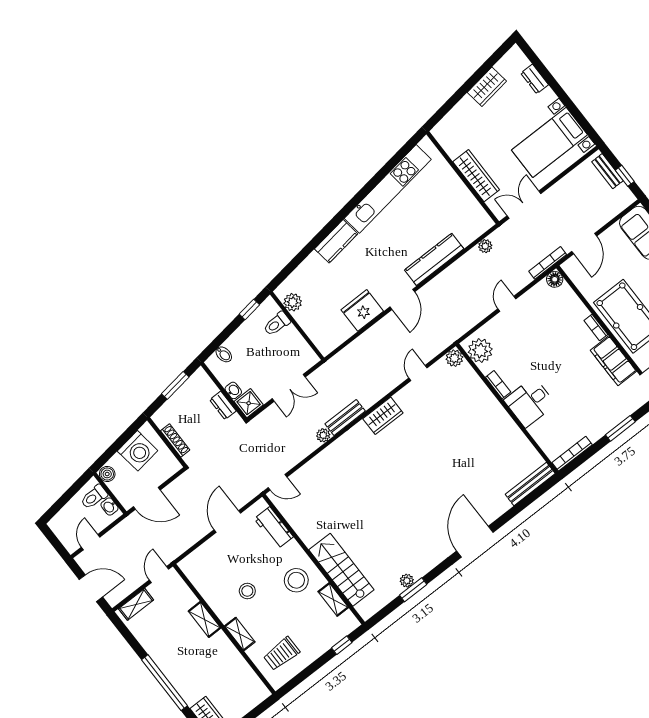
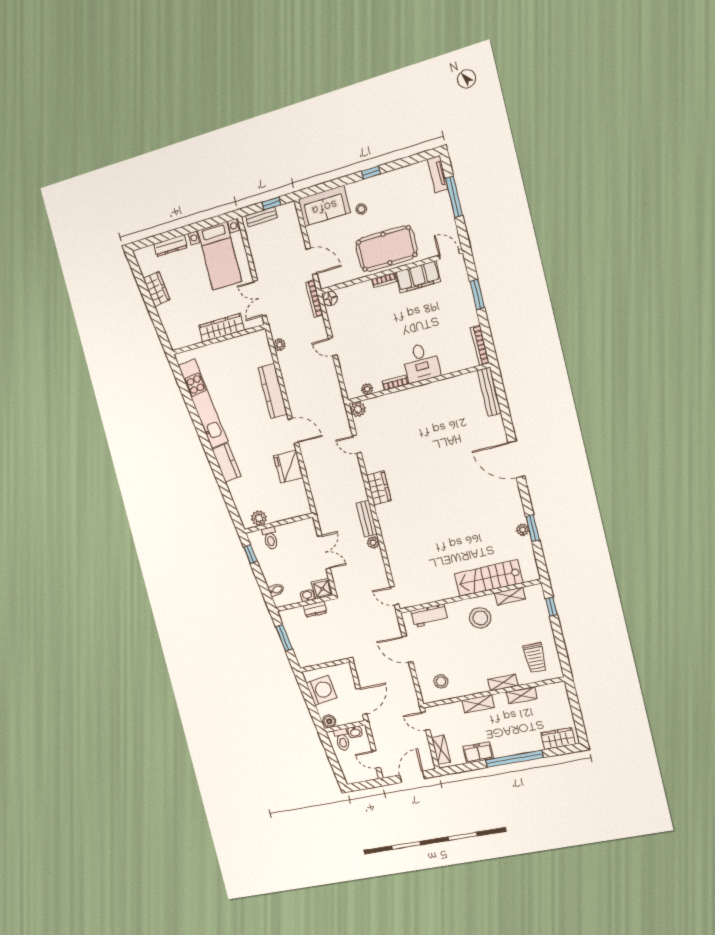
dresser: (535, 79) -> (170, 246), width x1.44
plant: (480, 351) -> (367, 389), width x0.53, depth x0.53
shoe rack: (175, 440) -> (326, 658), removed
door: (277, 482) -> (394, 596), swing flipped
stool: (247, 591) -> (441, 681), moved
freezer: (152, 644) -> (478, 753), added
shelving: (236, 659) -> (522, 695), added

